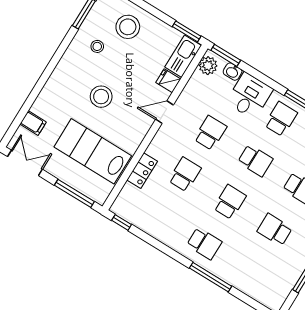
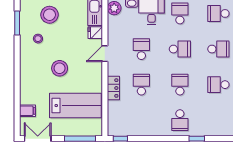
lab bench: (93, 151) -> (75, 106), turned 180
locker: (142, 171) -> (113, 88), moved
school desk: (204, 244) -> (180, 120), turned 90
window: (211, 277) -> (197, 139), width x0.46

